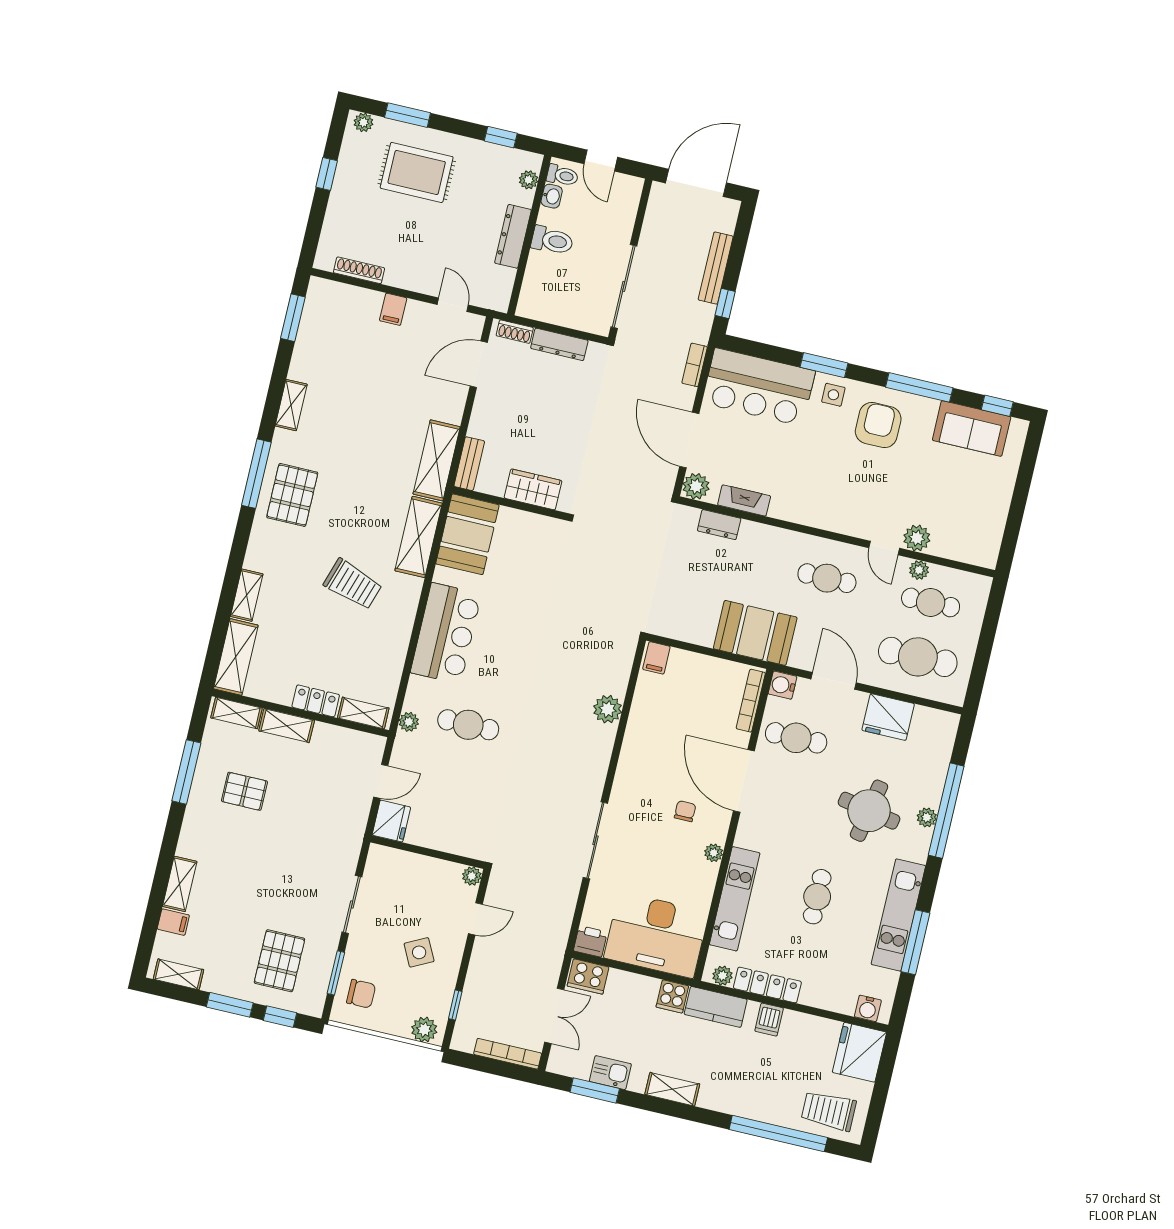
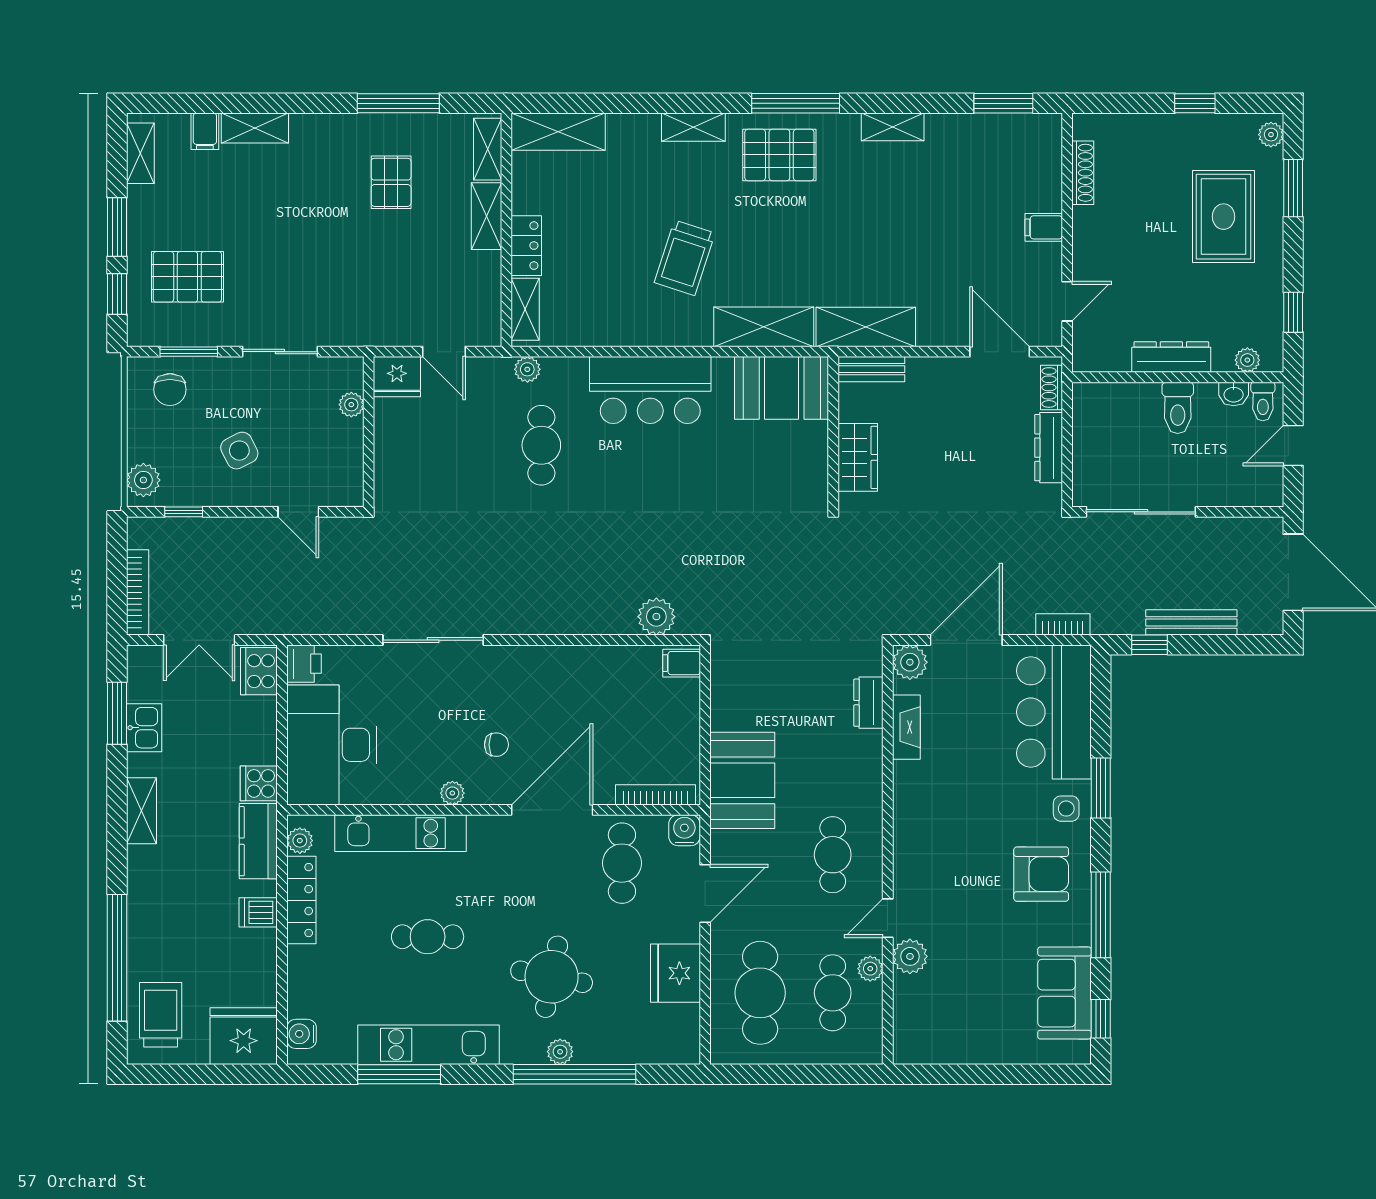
shelving: (247, 595) -> (693, 127), moved
plant: (608, 709) -> (656, 617), moved
plant: (472, 876) -> (351, 405), moved

